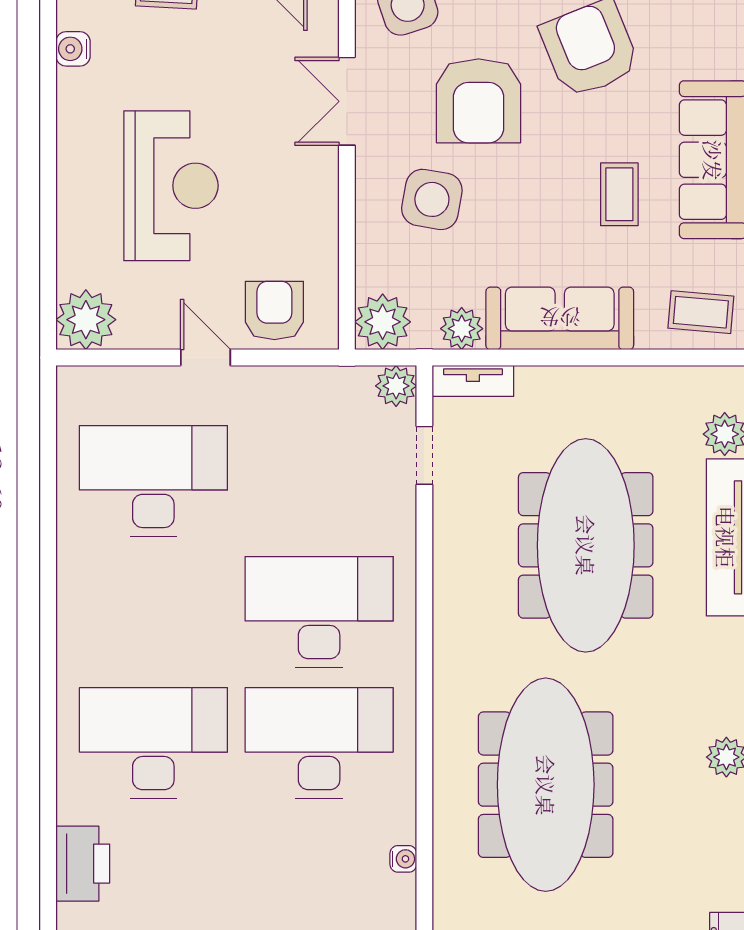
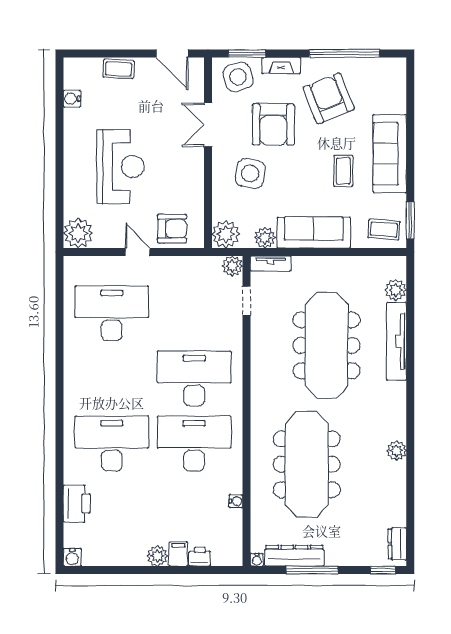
armchair: (274, 310) -> (172, 229), turned 90

